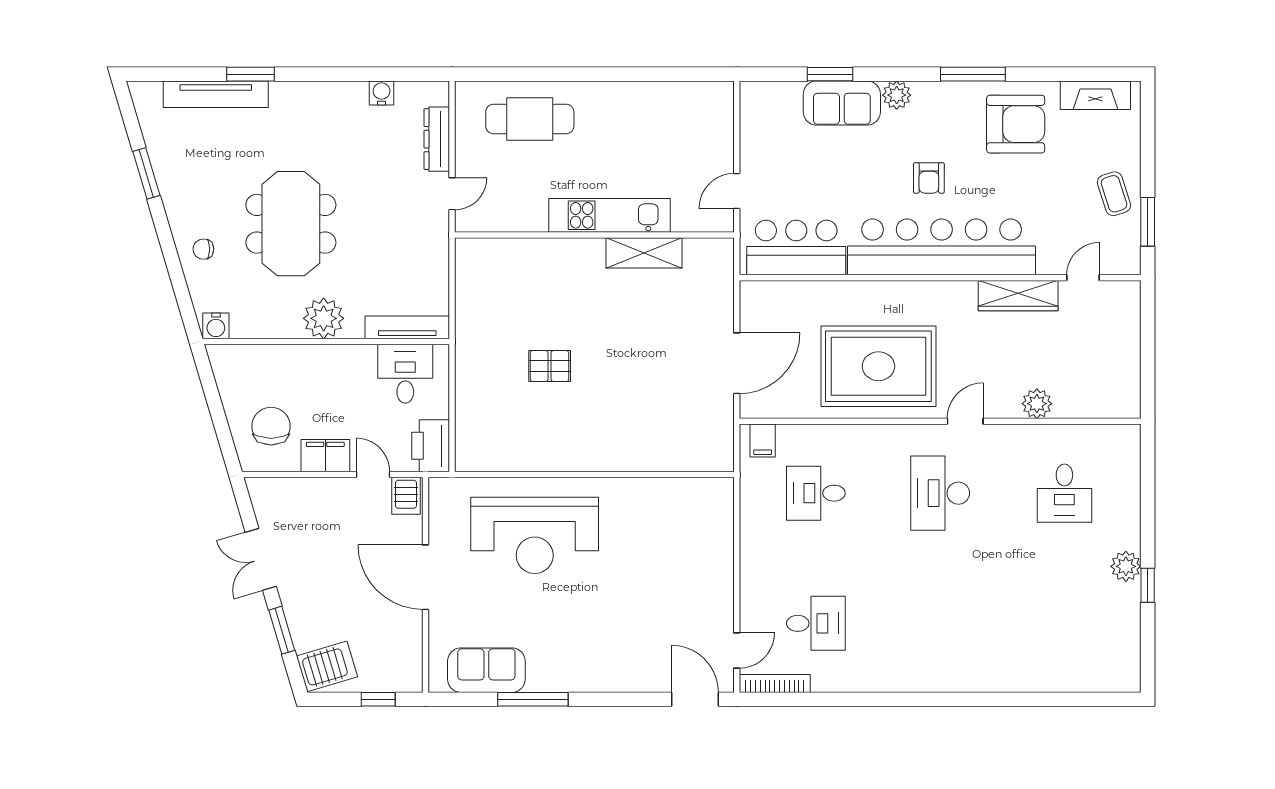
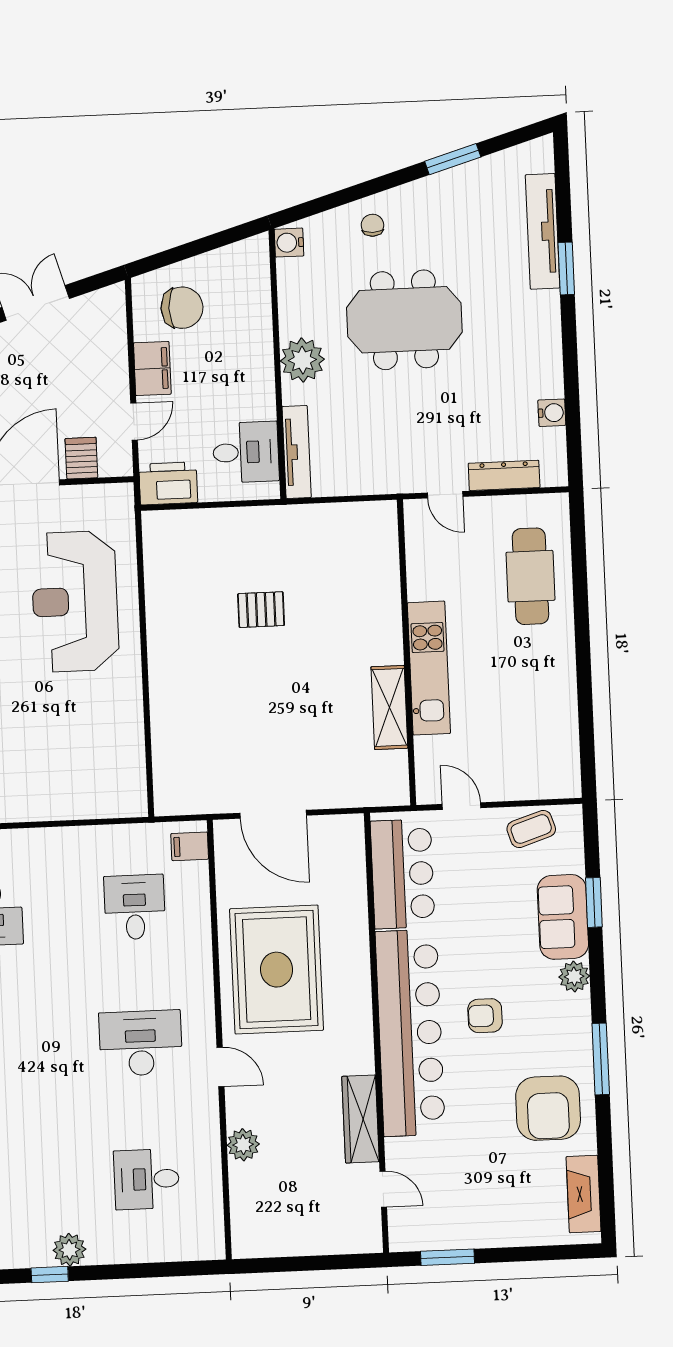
coffee table: (1114, 194) -> (531, 829), moved
pallet: (550, 366) -> (261, 610), turned 90
server rack: (406, 496) -> (81, 458), moved, turned 90

